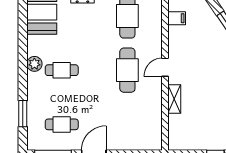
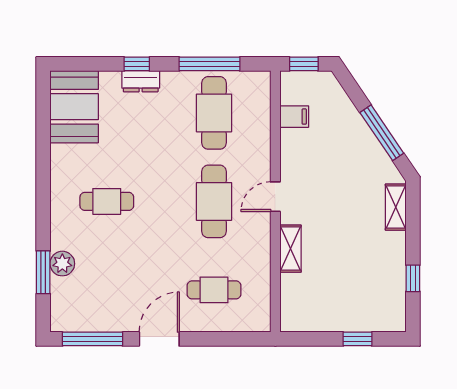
plant: (34, 64) -> (62, 264), moved
cafe table: (62, 124) -> (214, 290), moved

